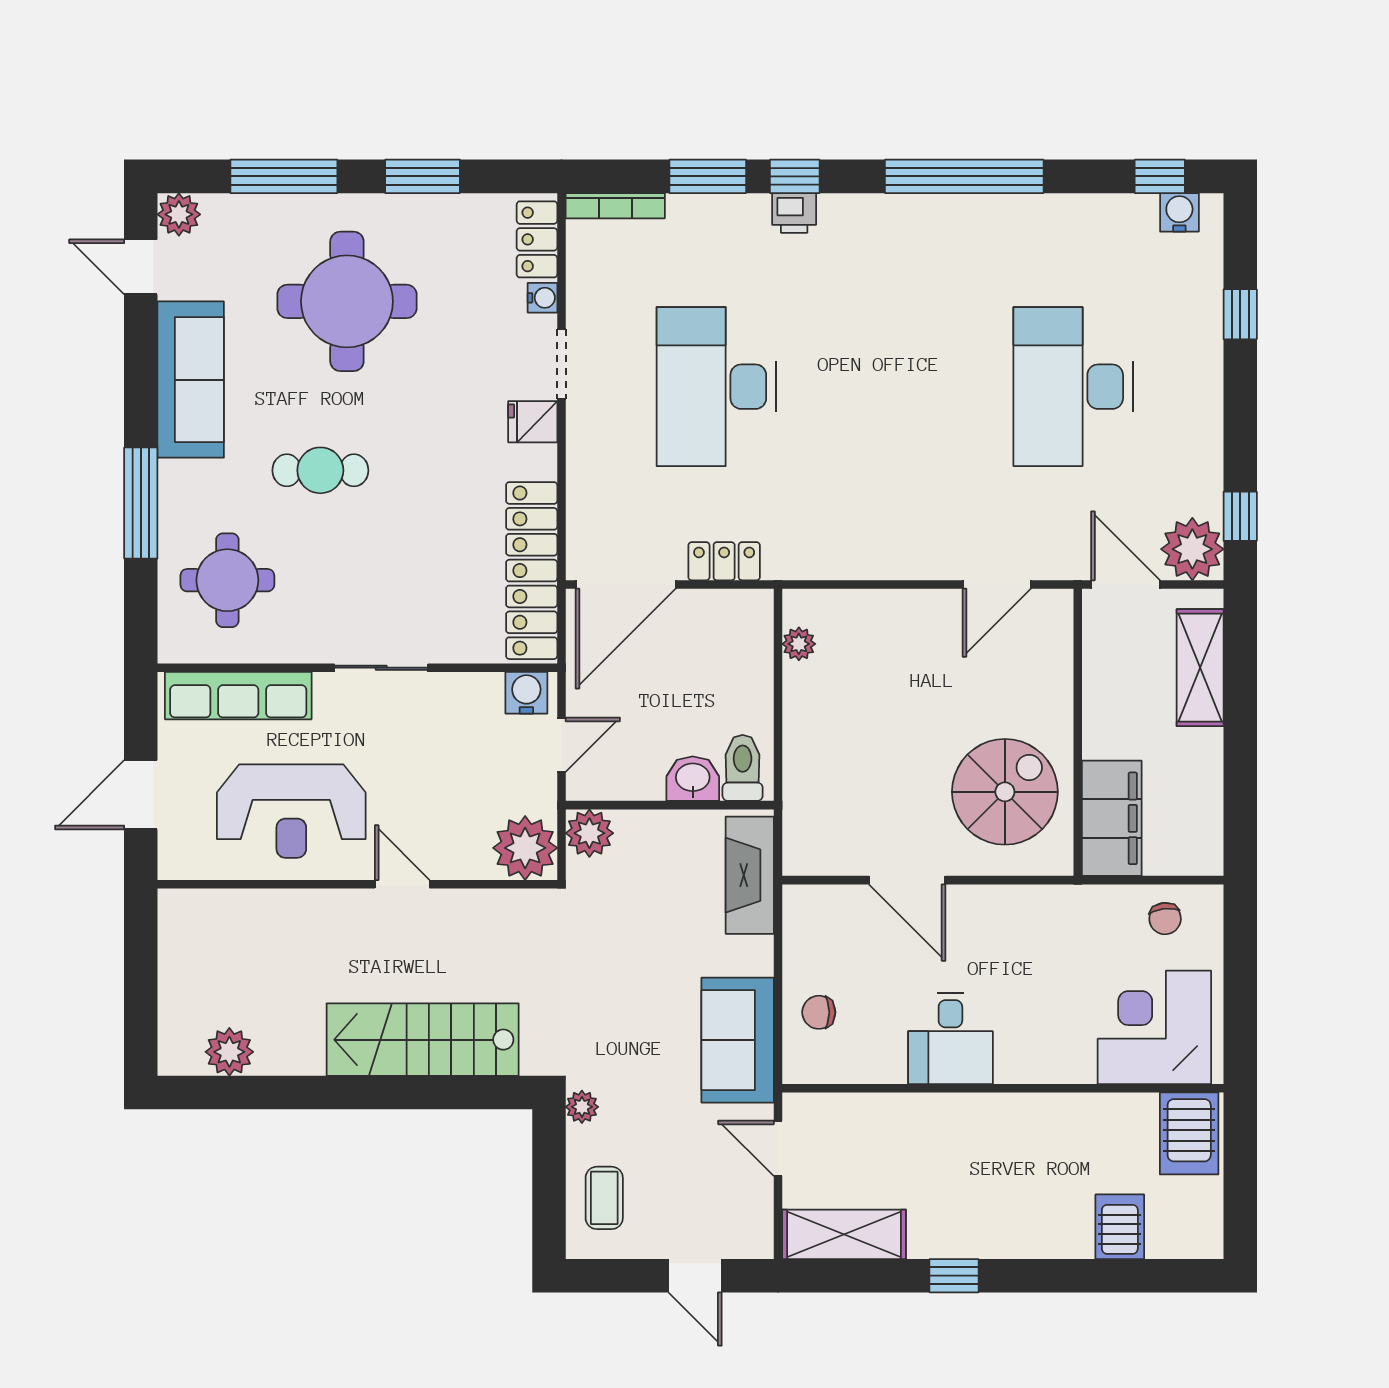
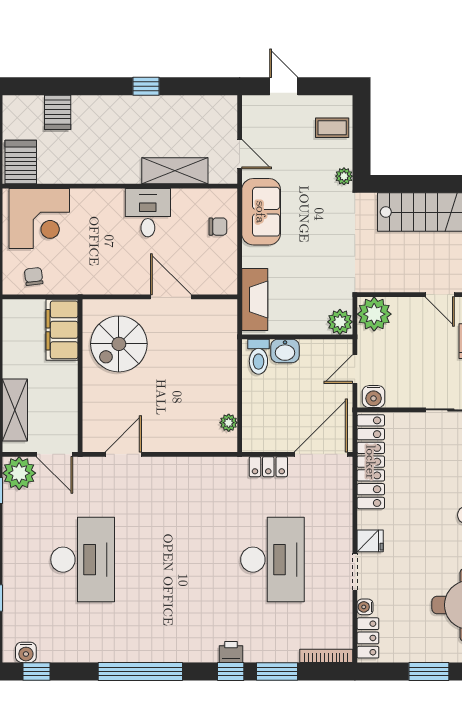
coffee table: (604, 1198) -> (332, 128), turned 90
shelving: (844, 1234) -> (175, 171), moved

